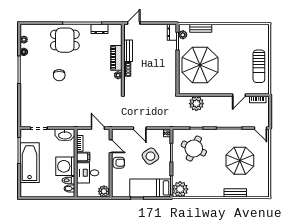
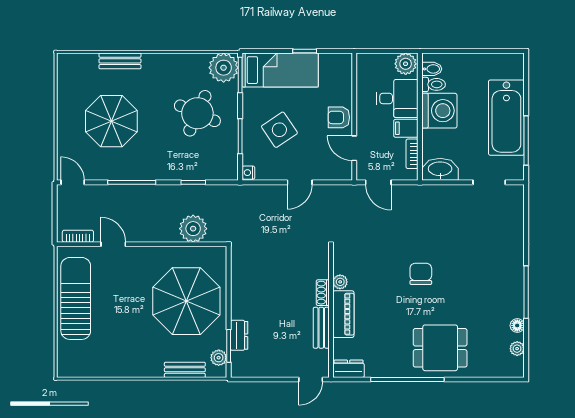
dresser: (99, 29) -> (349, 369), moved
dresser: (172, 32) -> (239, 335), moved
sun lounger: (259, 66) -> (76, 298), width x1.36, depth x1.34
chair: (59, 75) -> (421, 274), moved
door: (239, 95) -> (113, 244), hinge flipped
door: (140, 128) -> (300, 182), swing flipped
round table: (194, 149) -> (197, 113), moved
plant: (104, 191) -> (406, 64), moved

